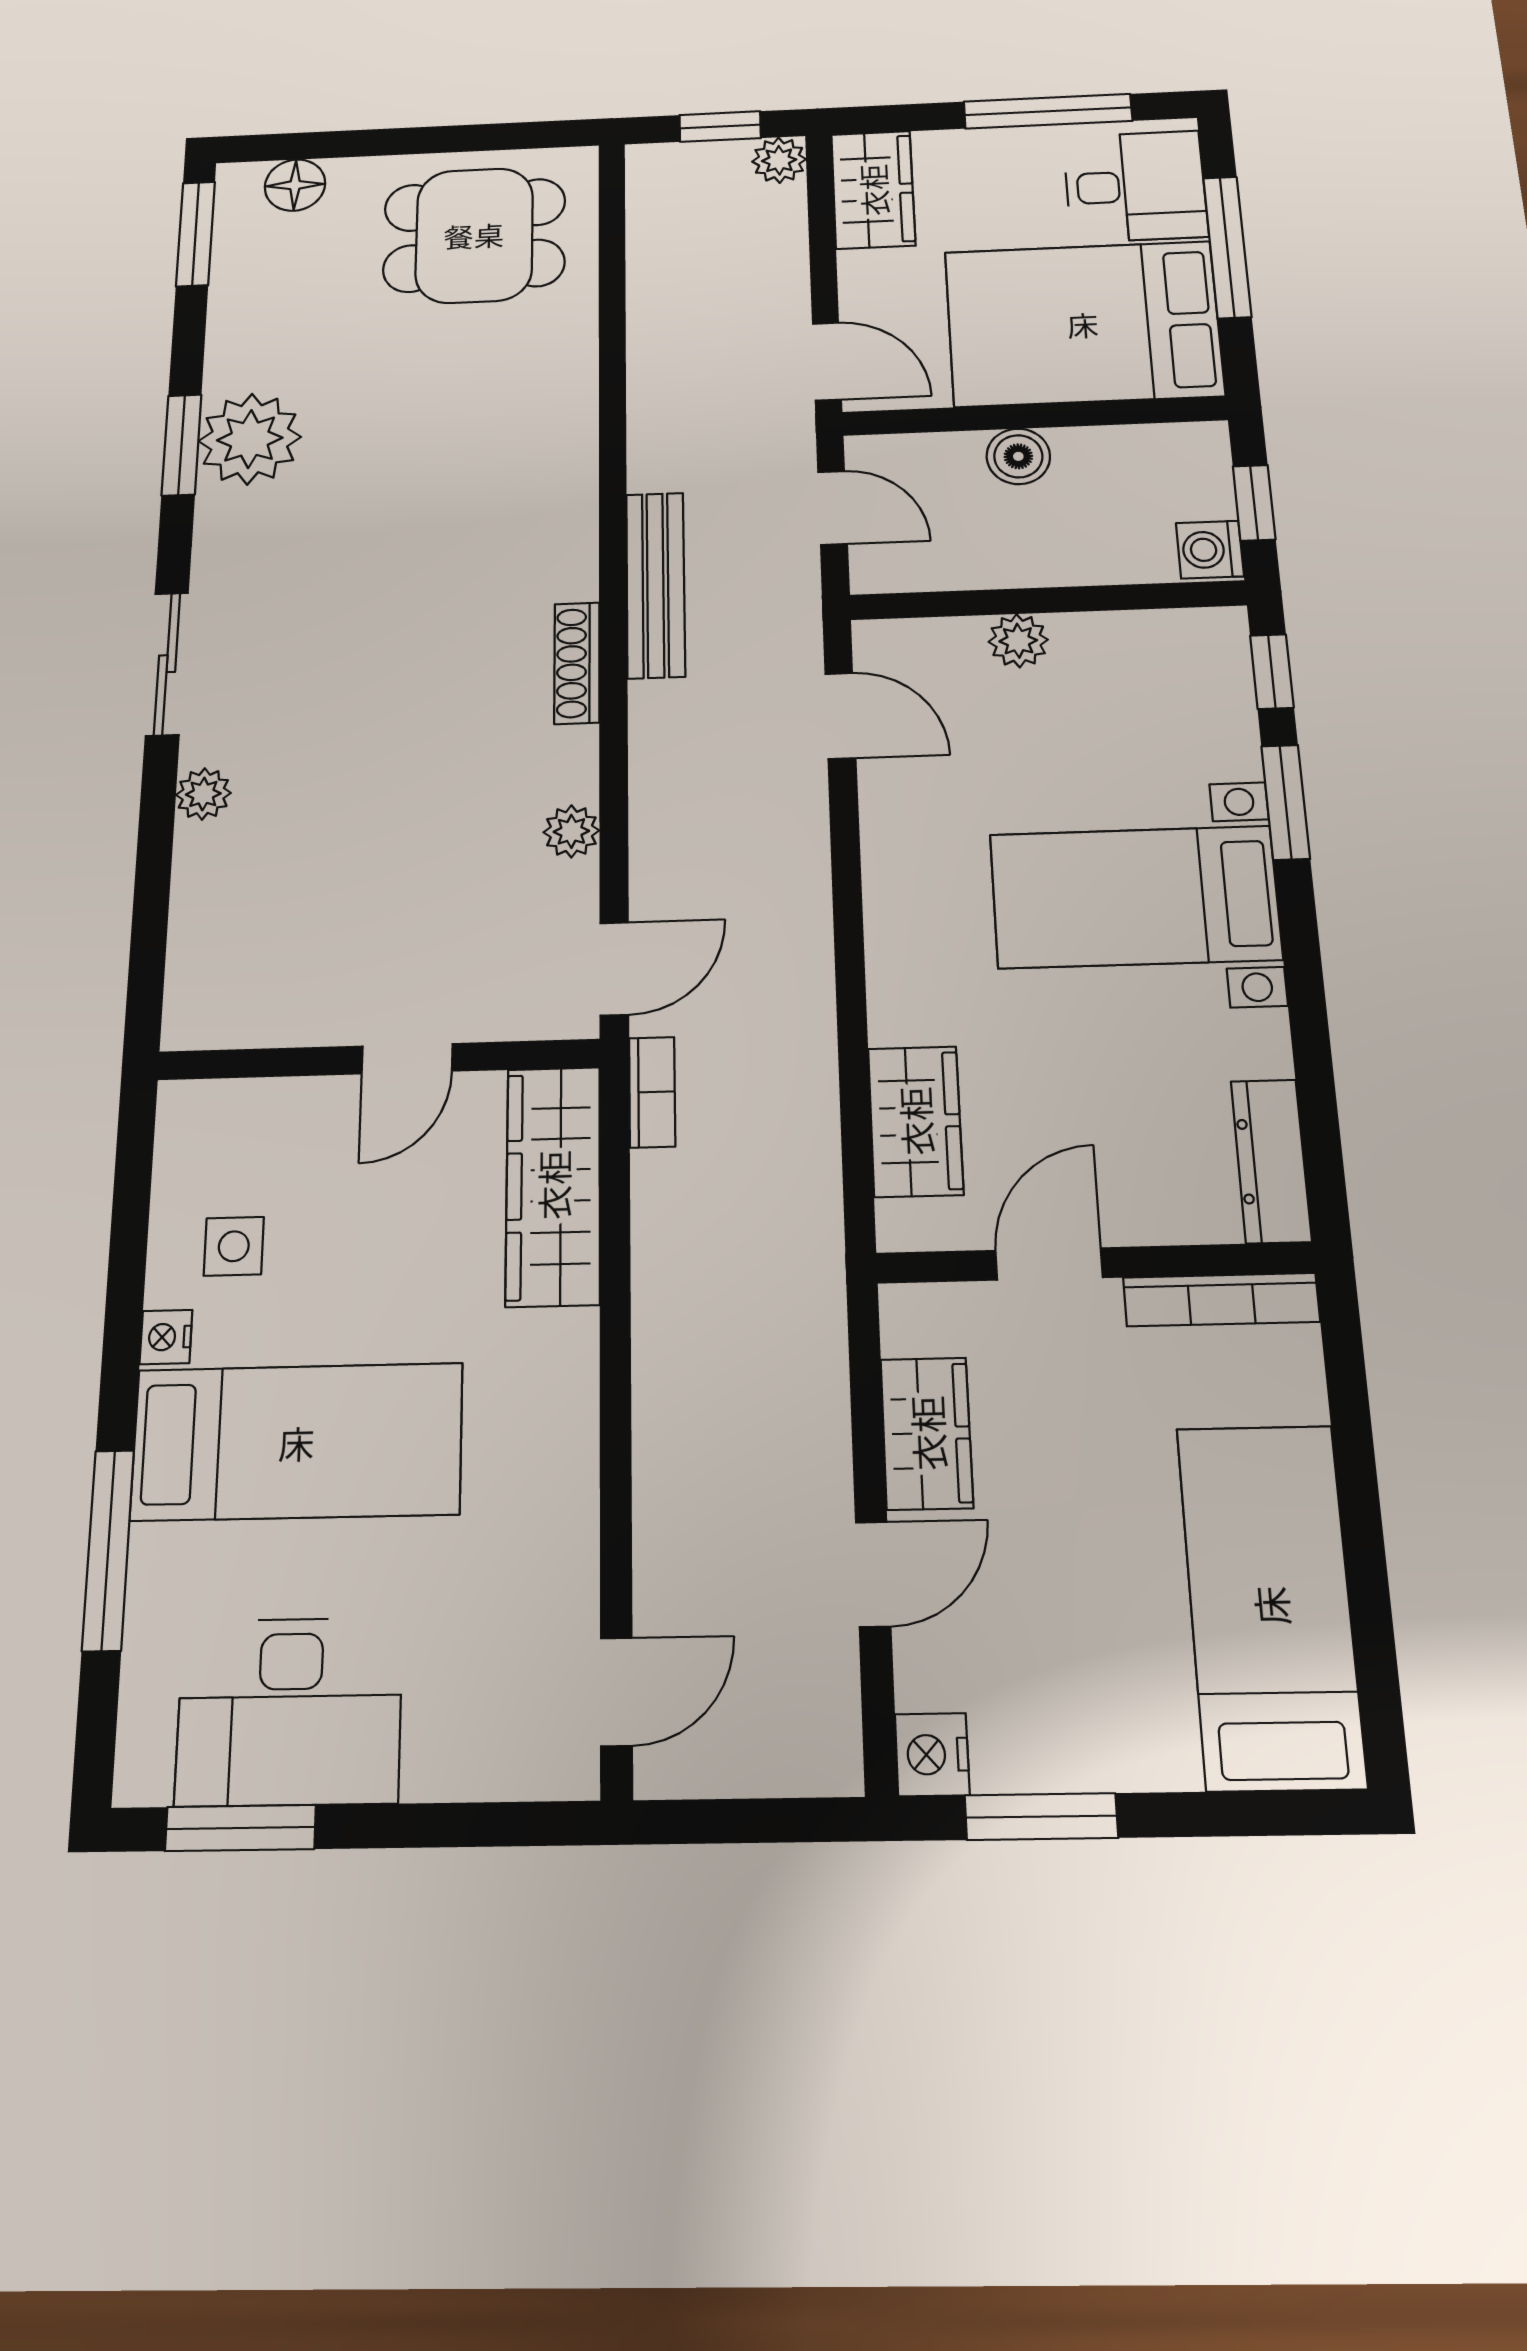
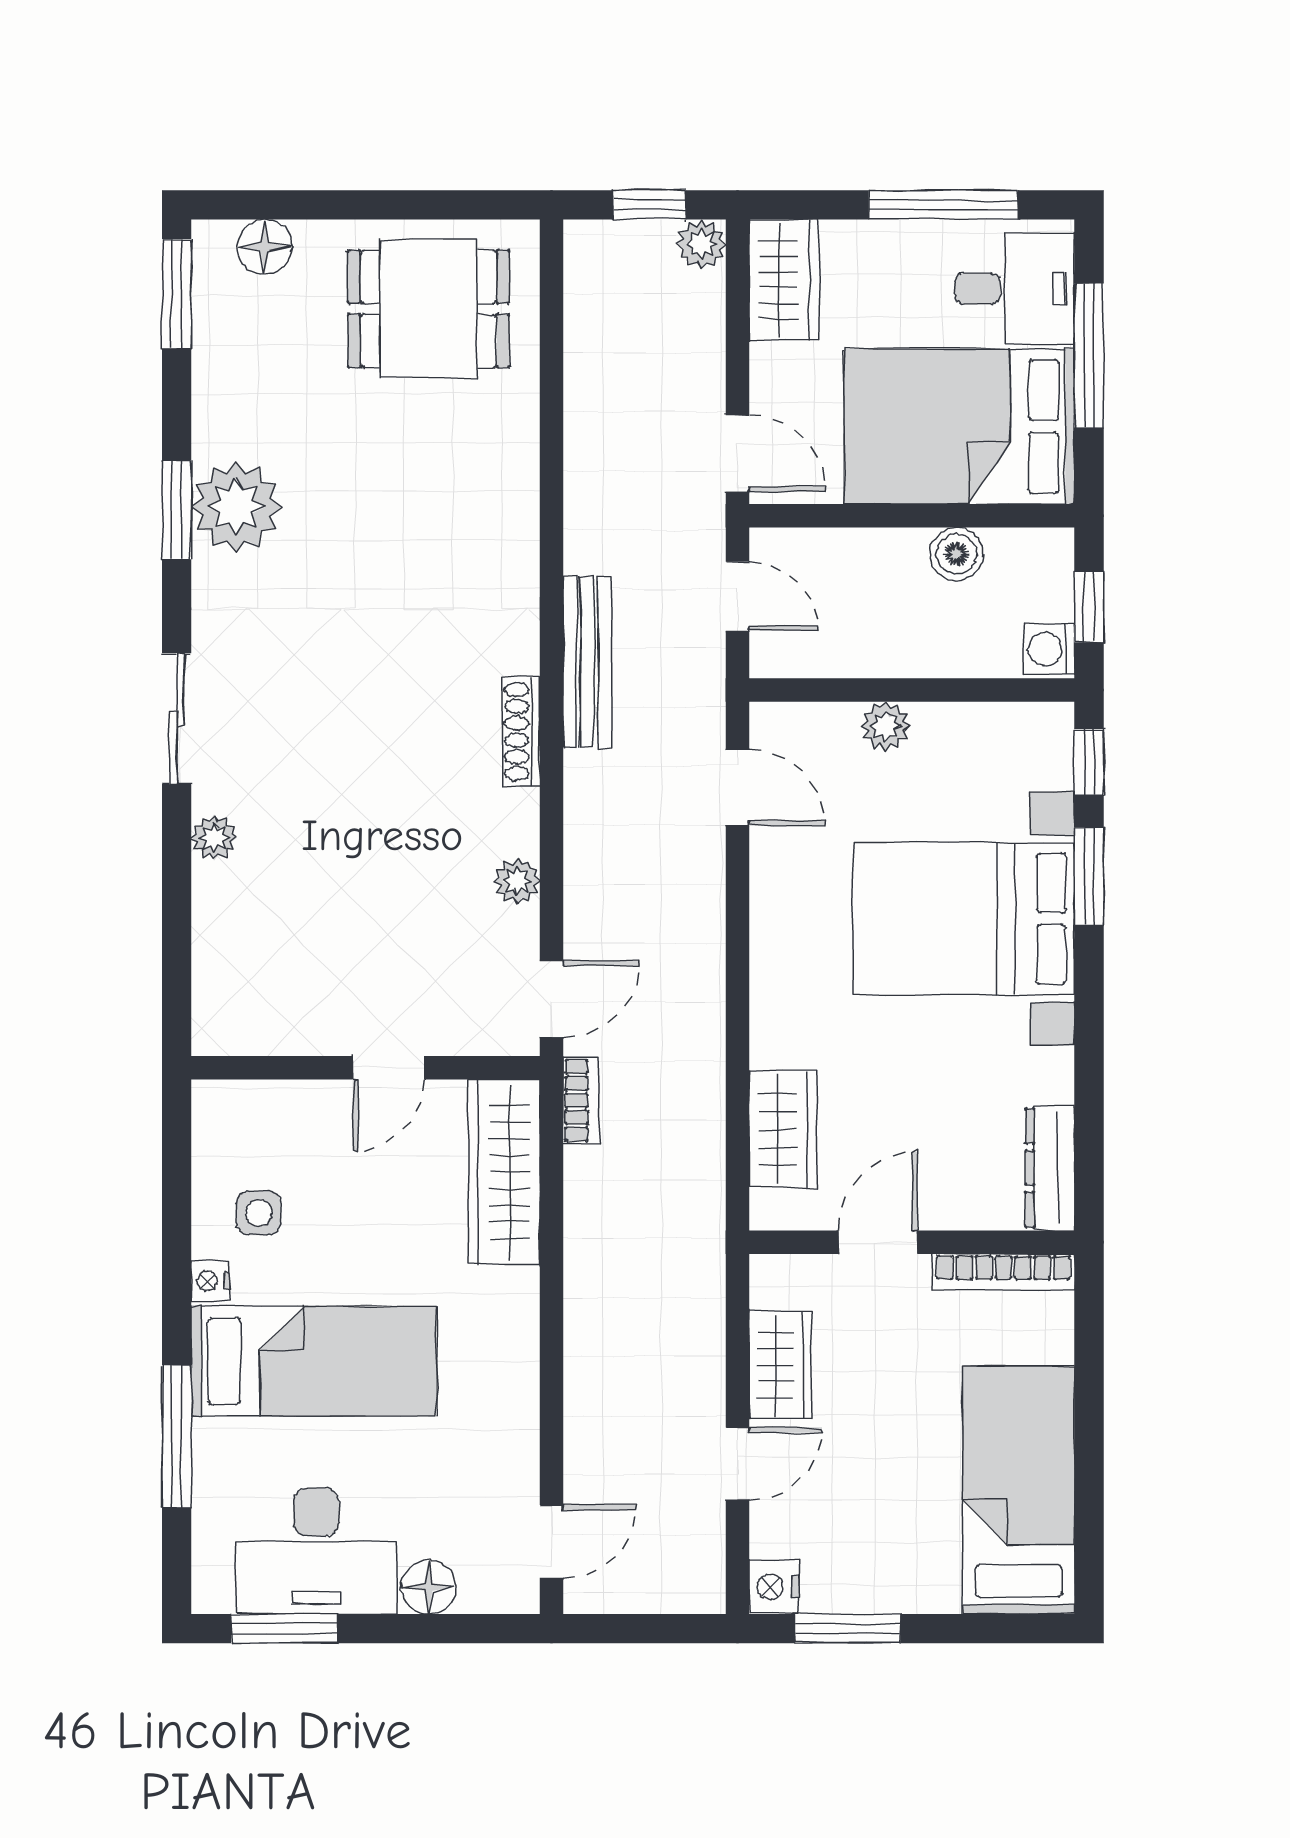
boiler: (1018, 456) -> (956, 554), moved
bed with nightstands: (1135, 897) -> (964, 919), width x1.36
floor lamp: (444, 1762) -> (428, 1587), added

